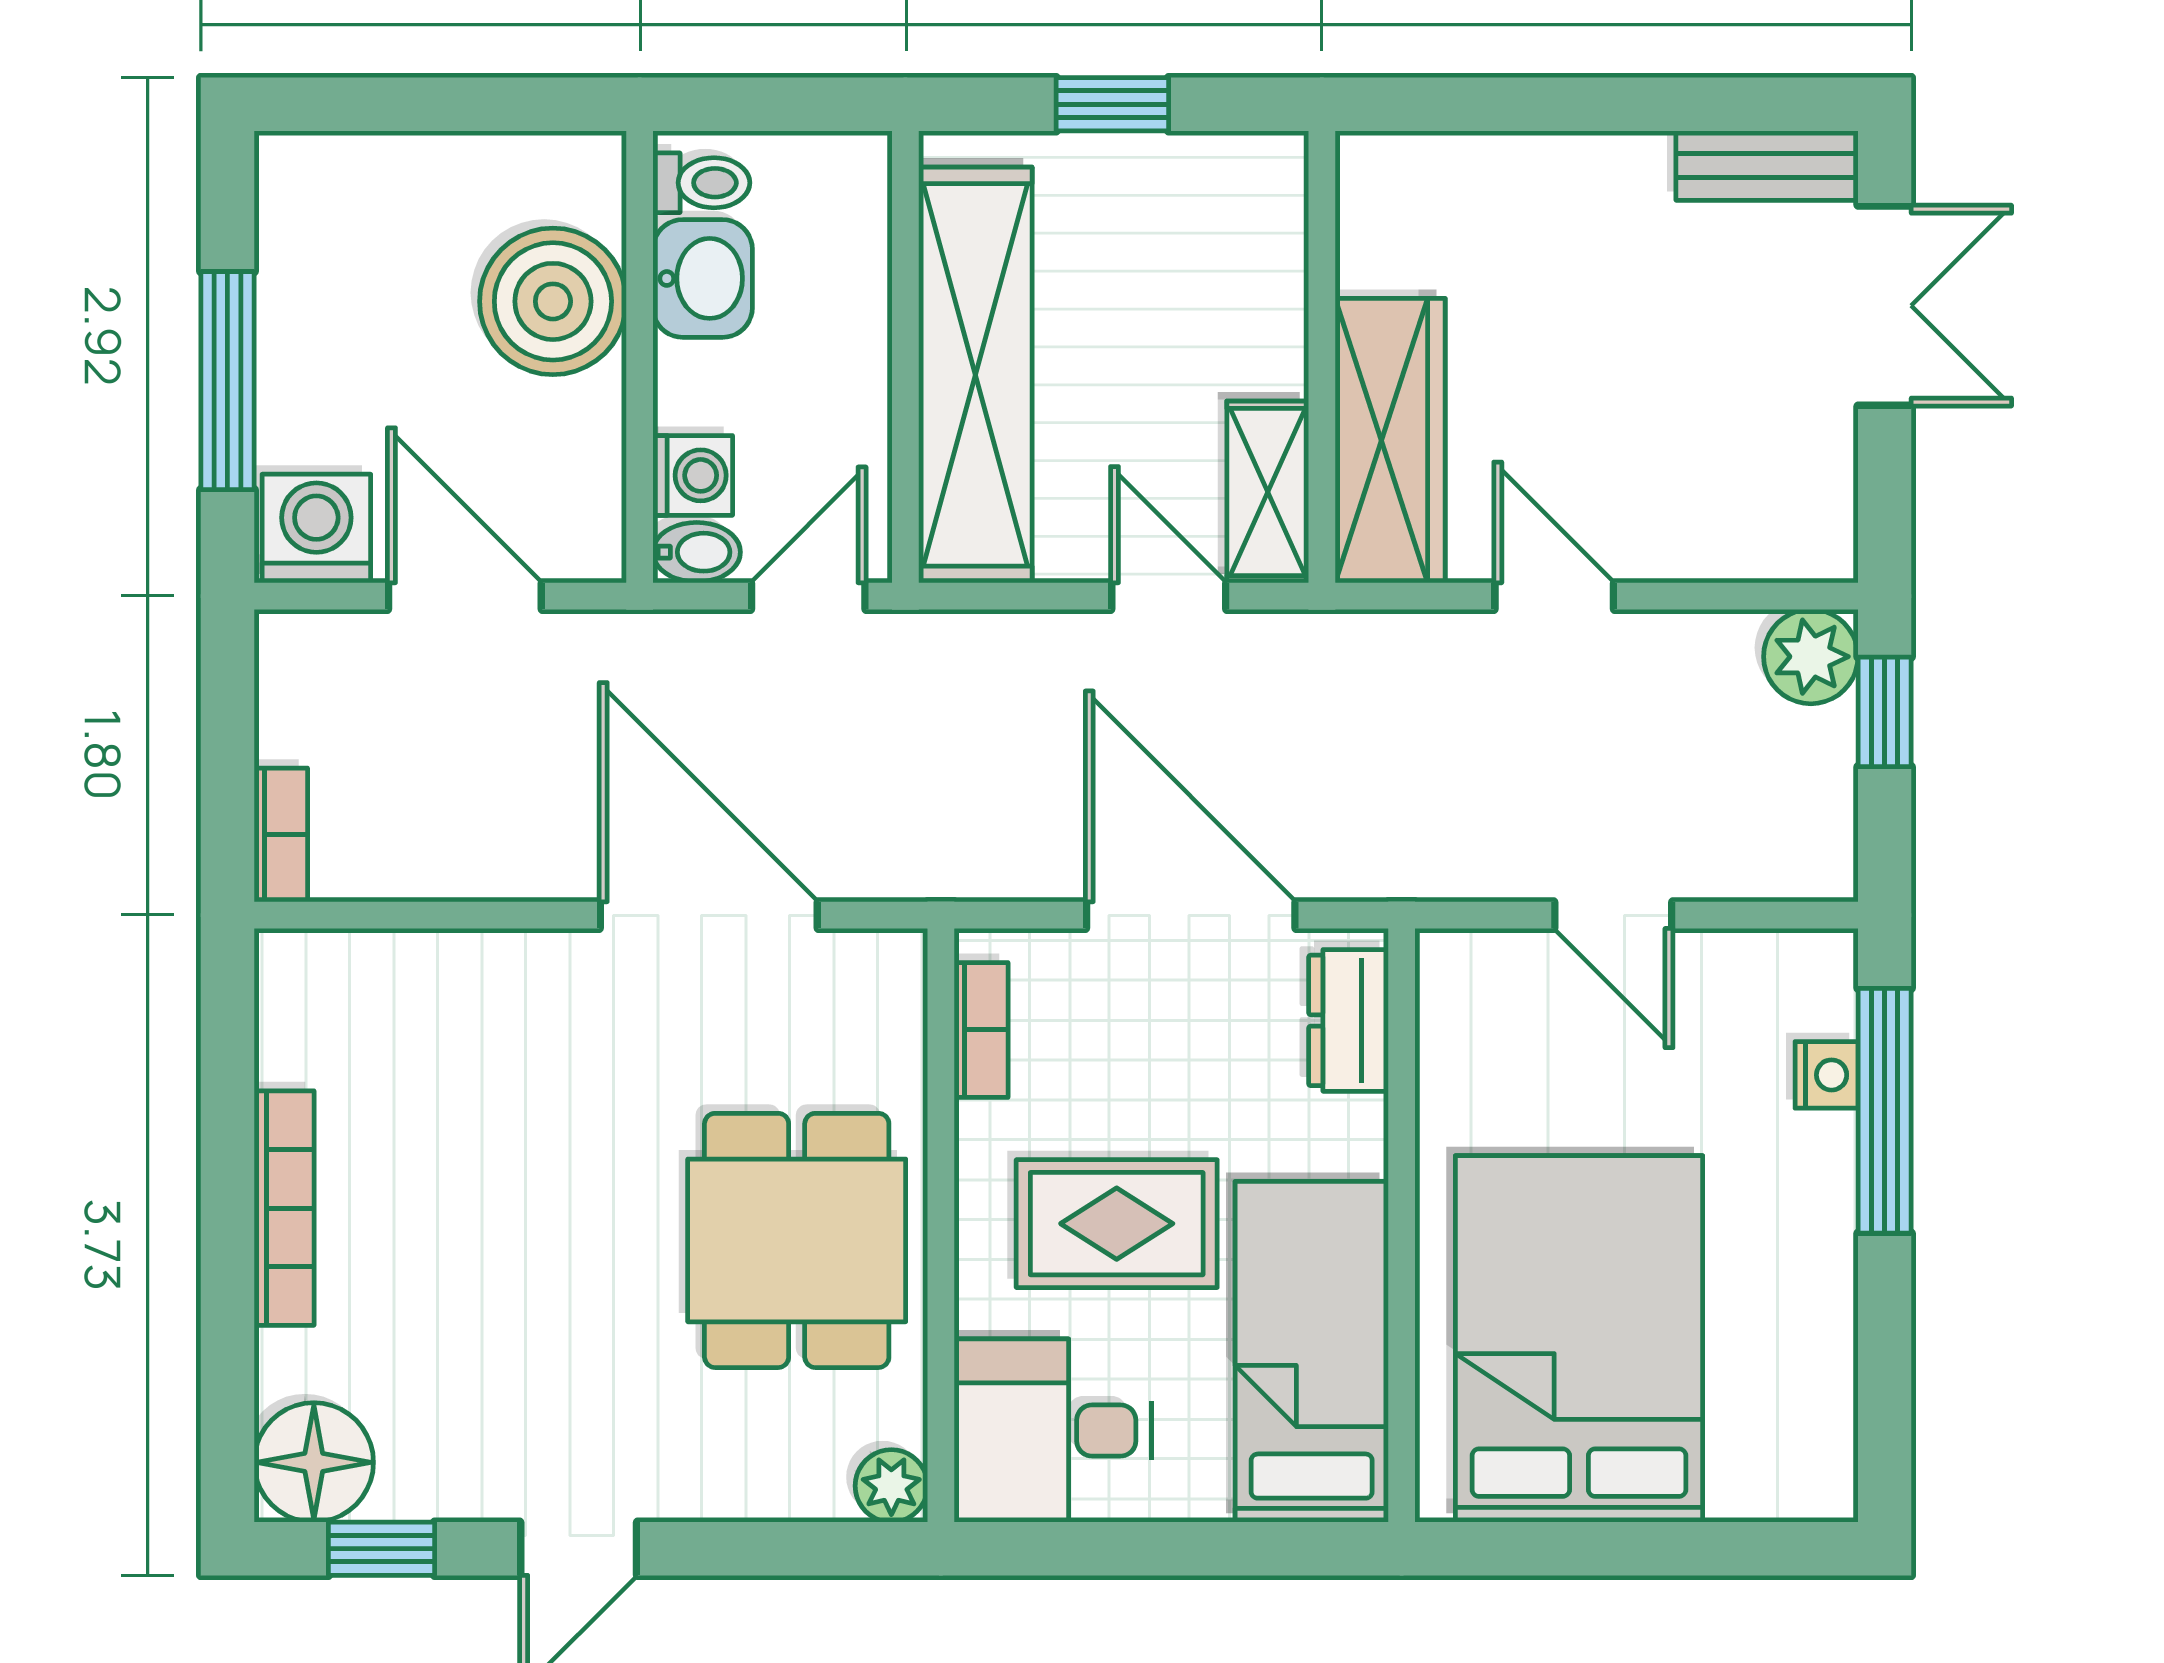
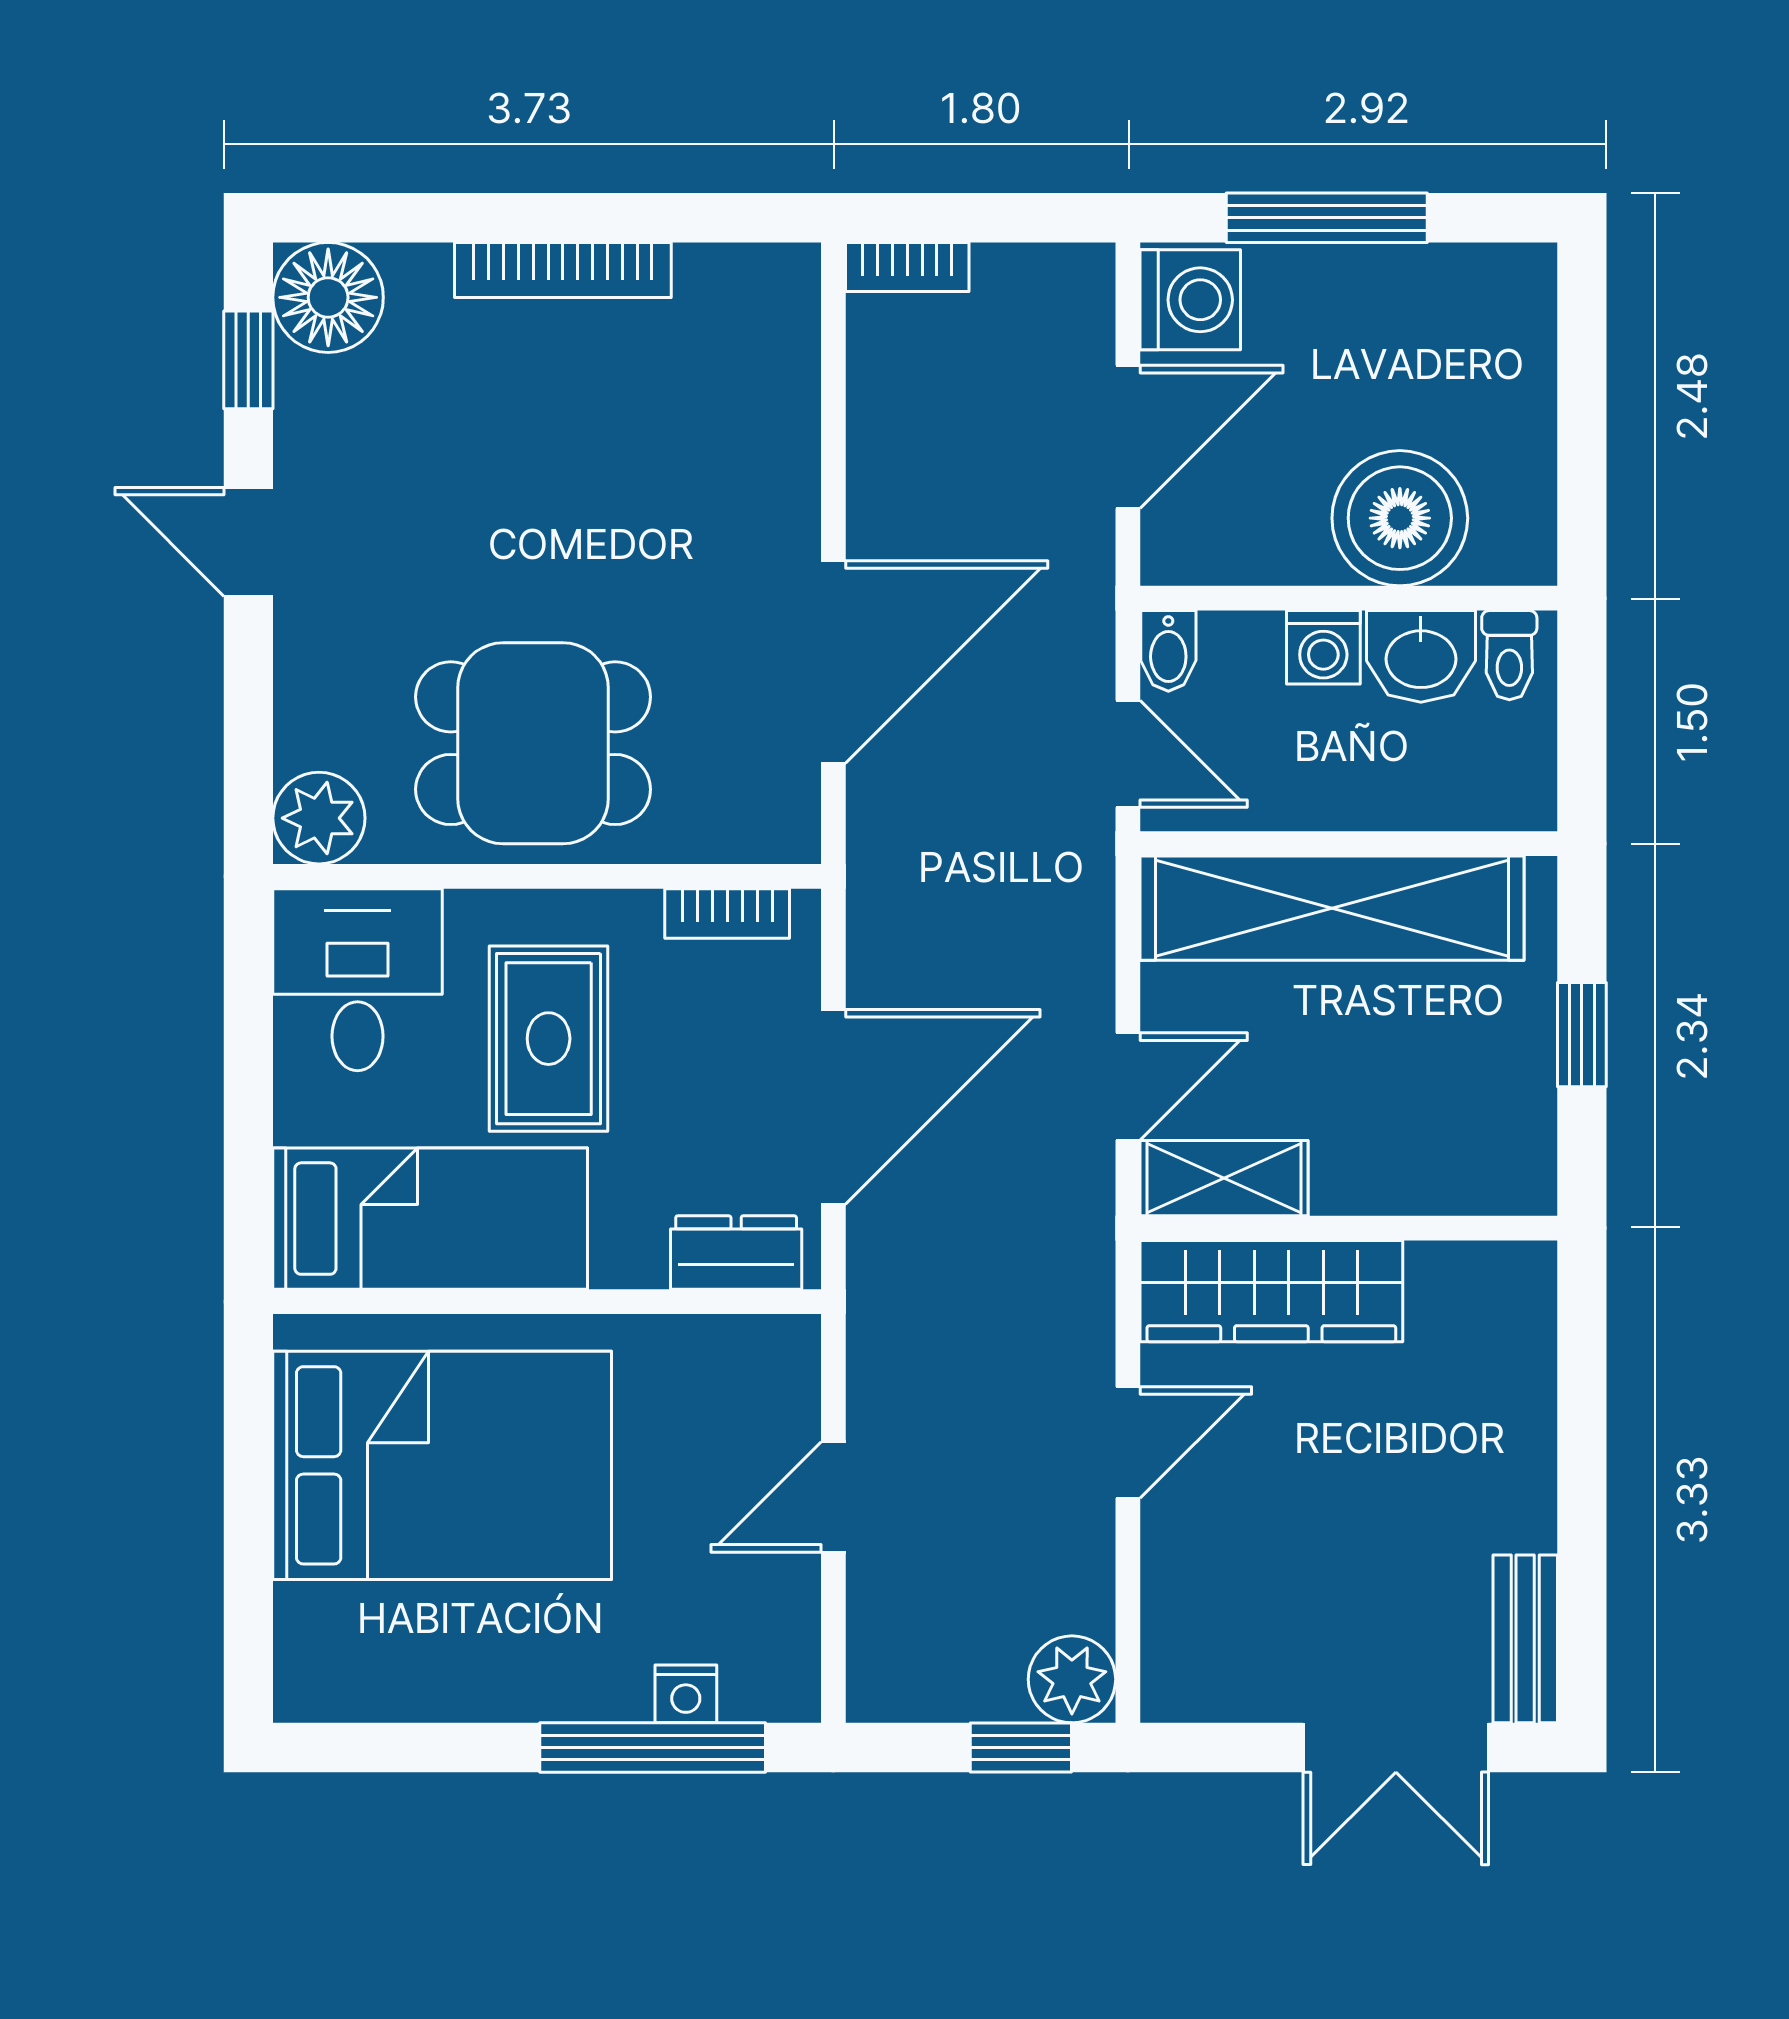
washing machine: (693, 475) -> (1323, 647), moved
plant: (891, 1486) -> (319, 818), width x1.38, depth x1.38

